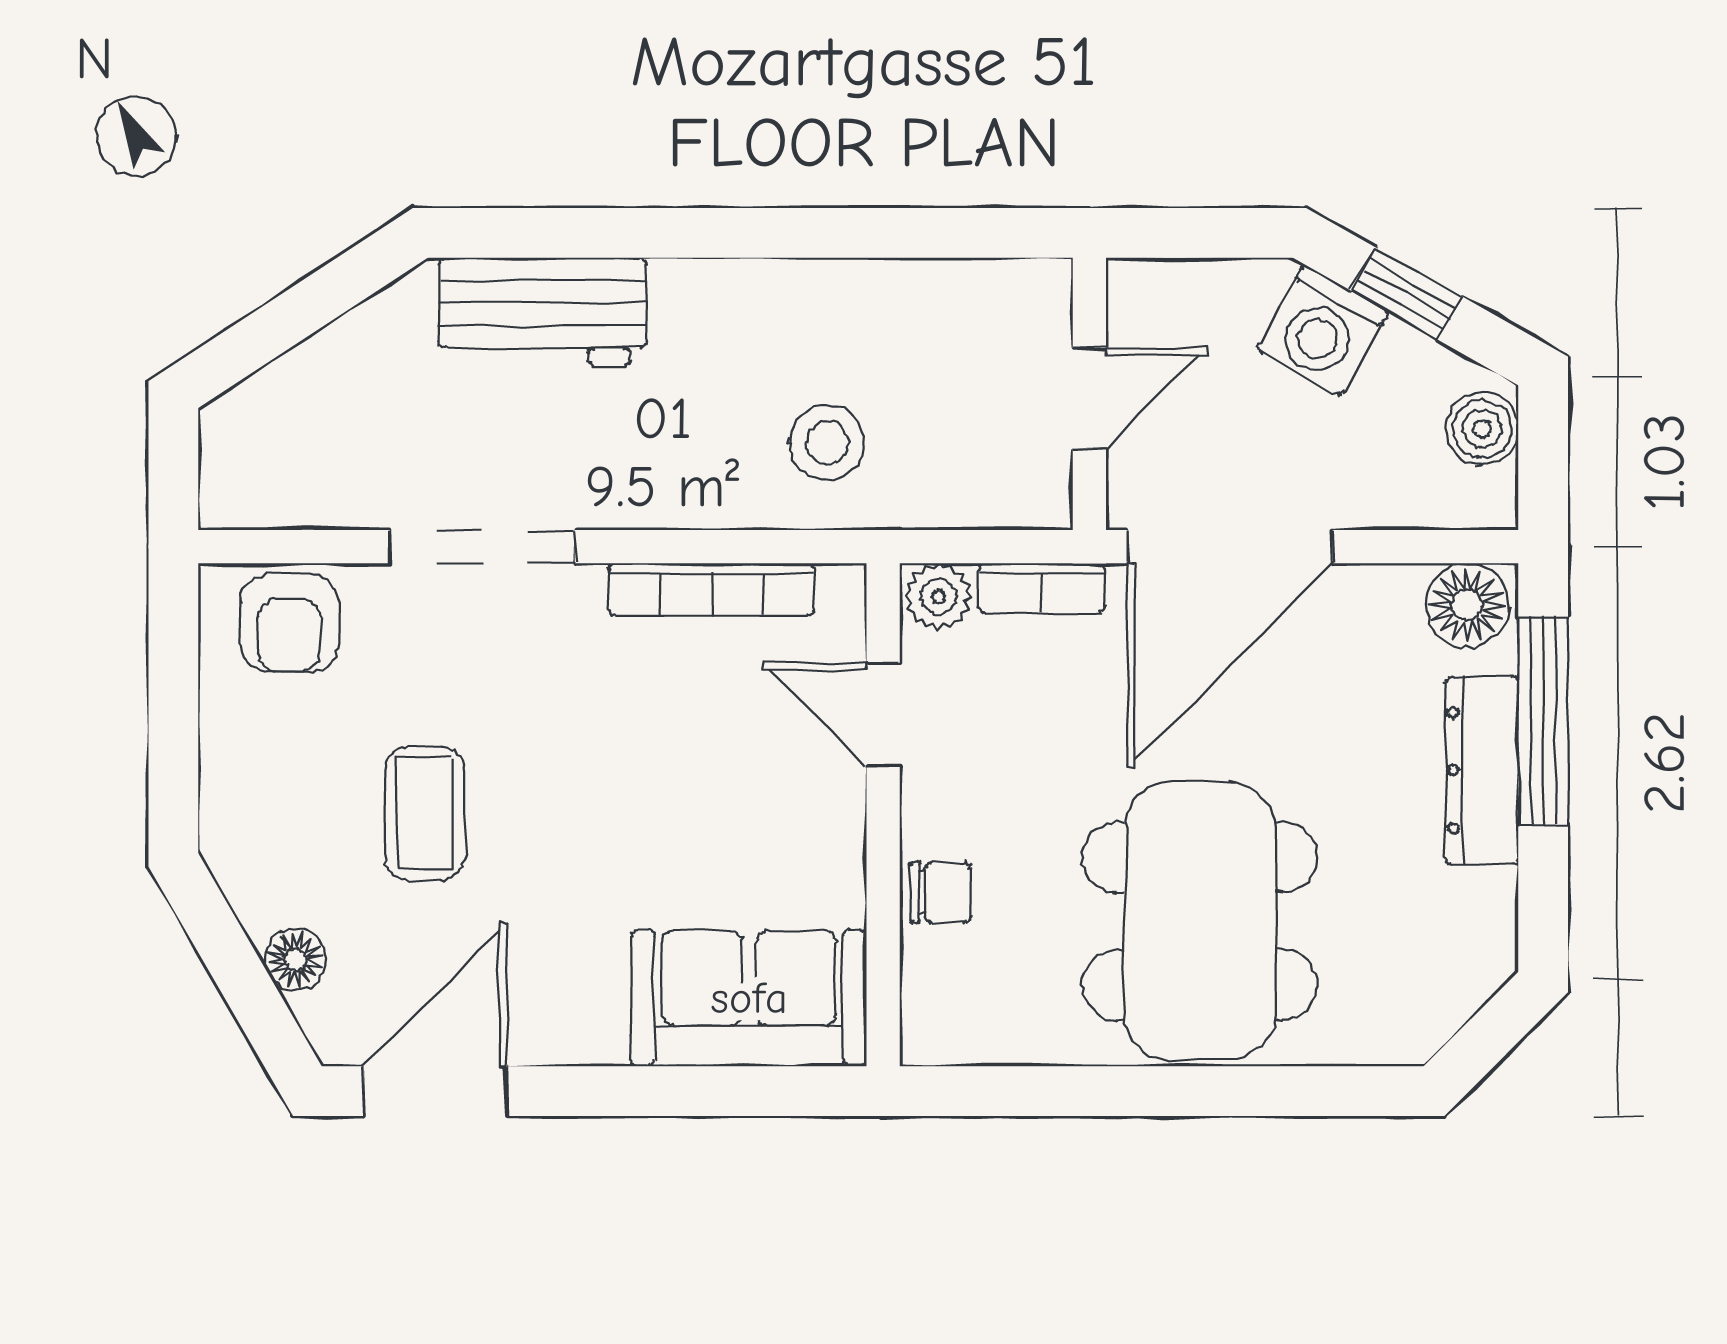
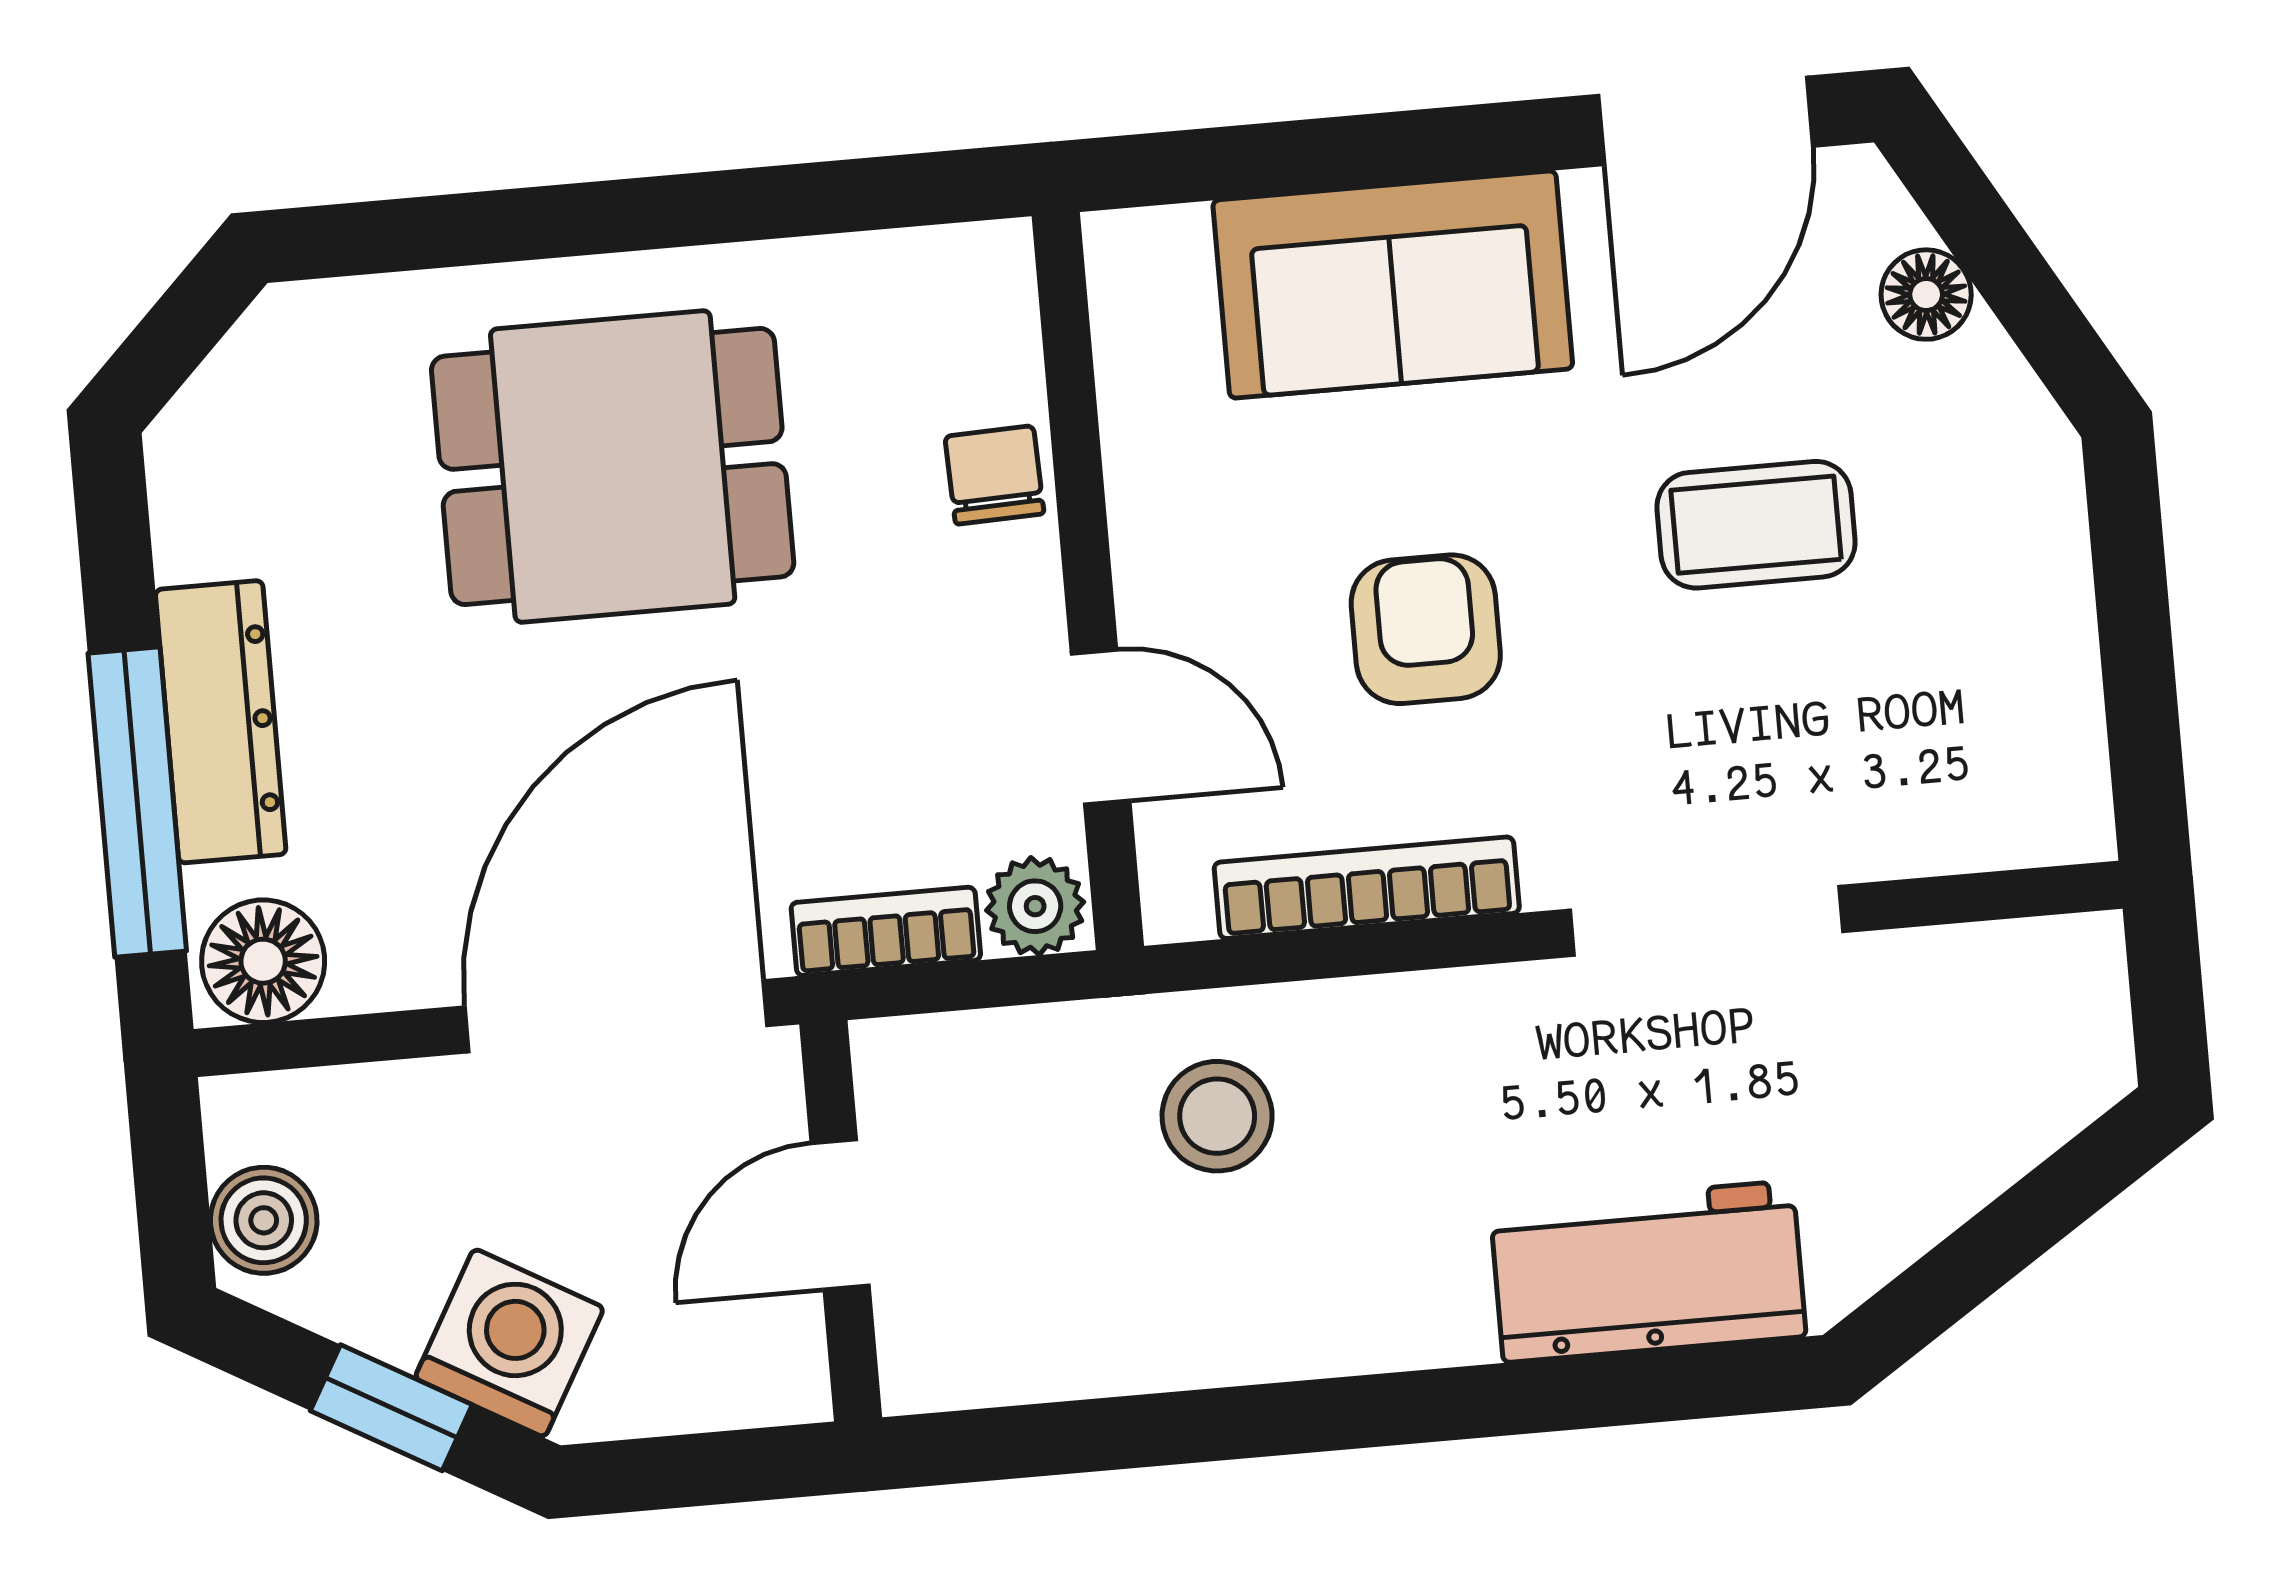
armchair: (289, 623) -> (1426, 629), moved
coffee table: (425, 813) -> (1756, 525), turned 90
chair: (940, 892) -> (994, 475), turned 88
dining table: (1200, 921) -> (613, 467), width x0.73
sofa: (749, 998) -> (1393, 285), moved

